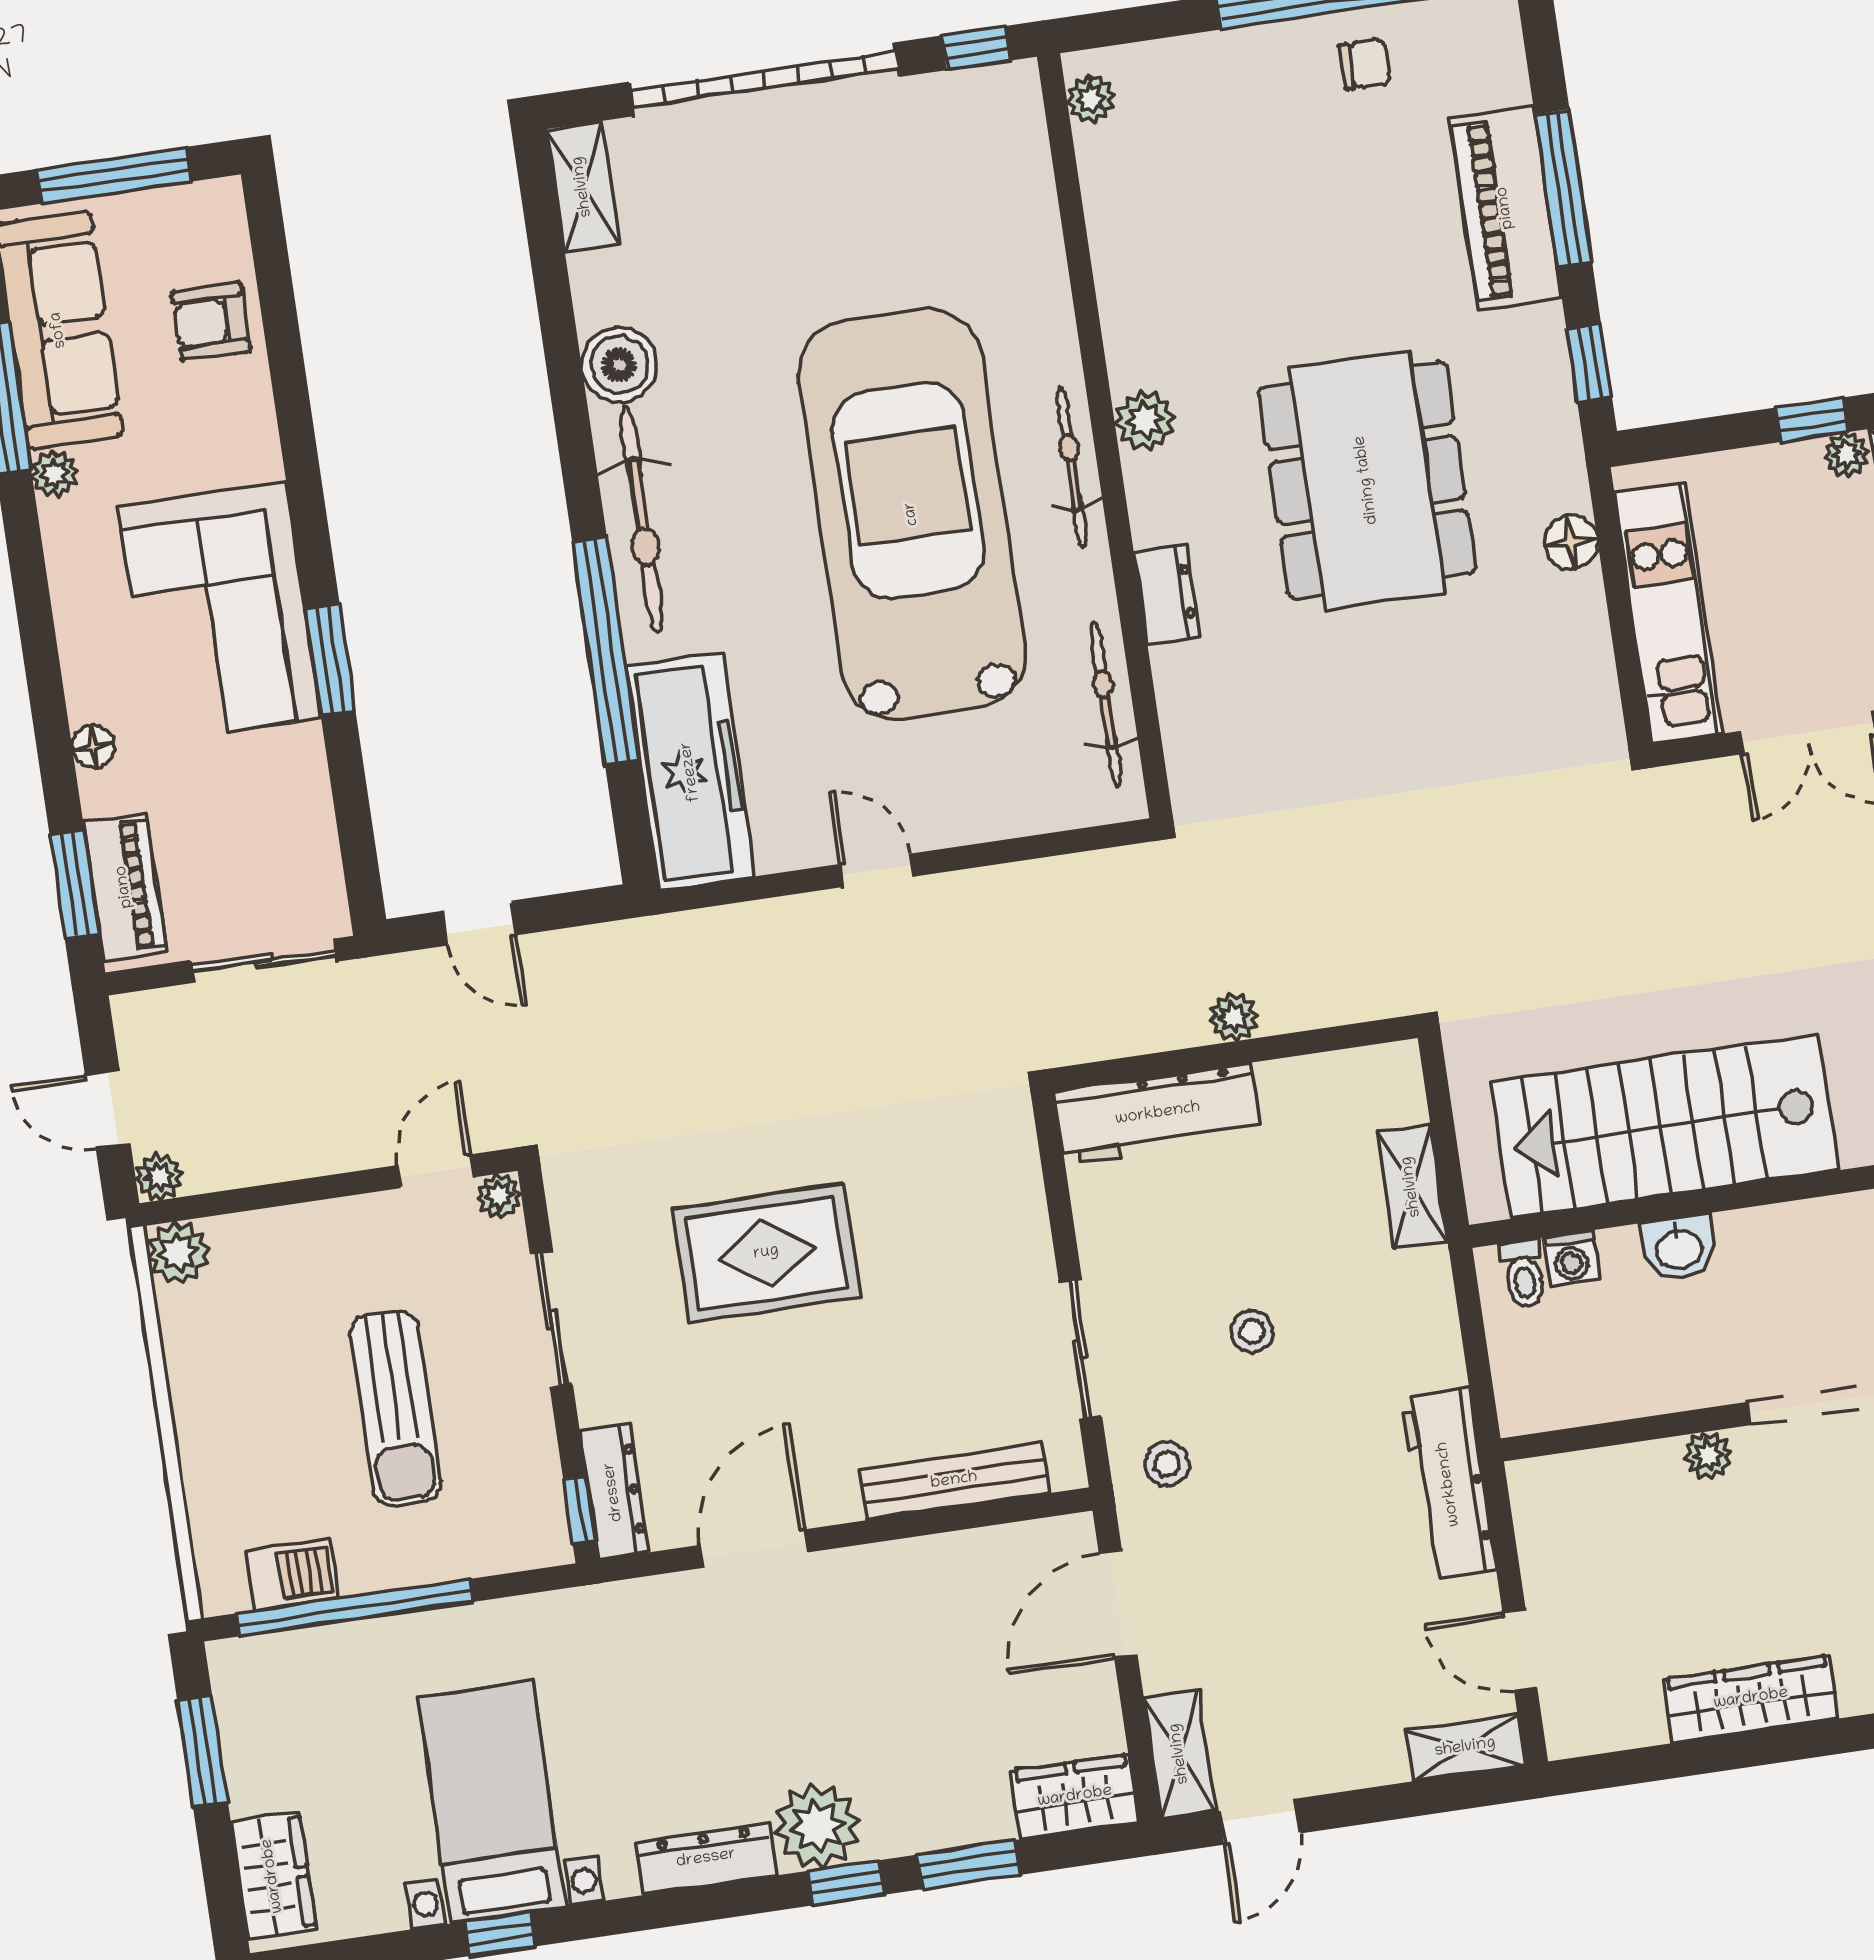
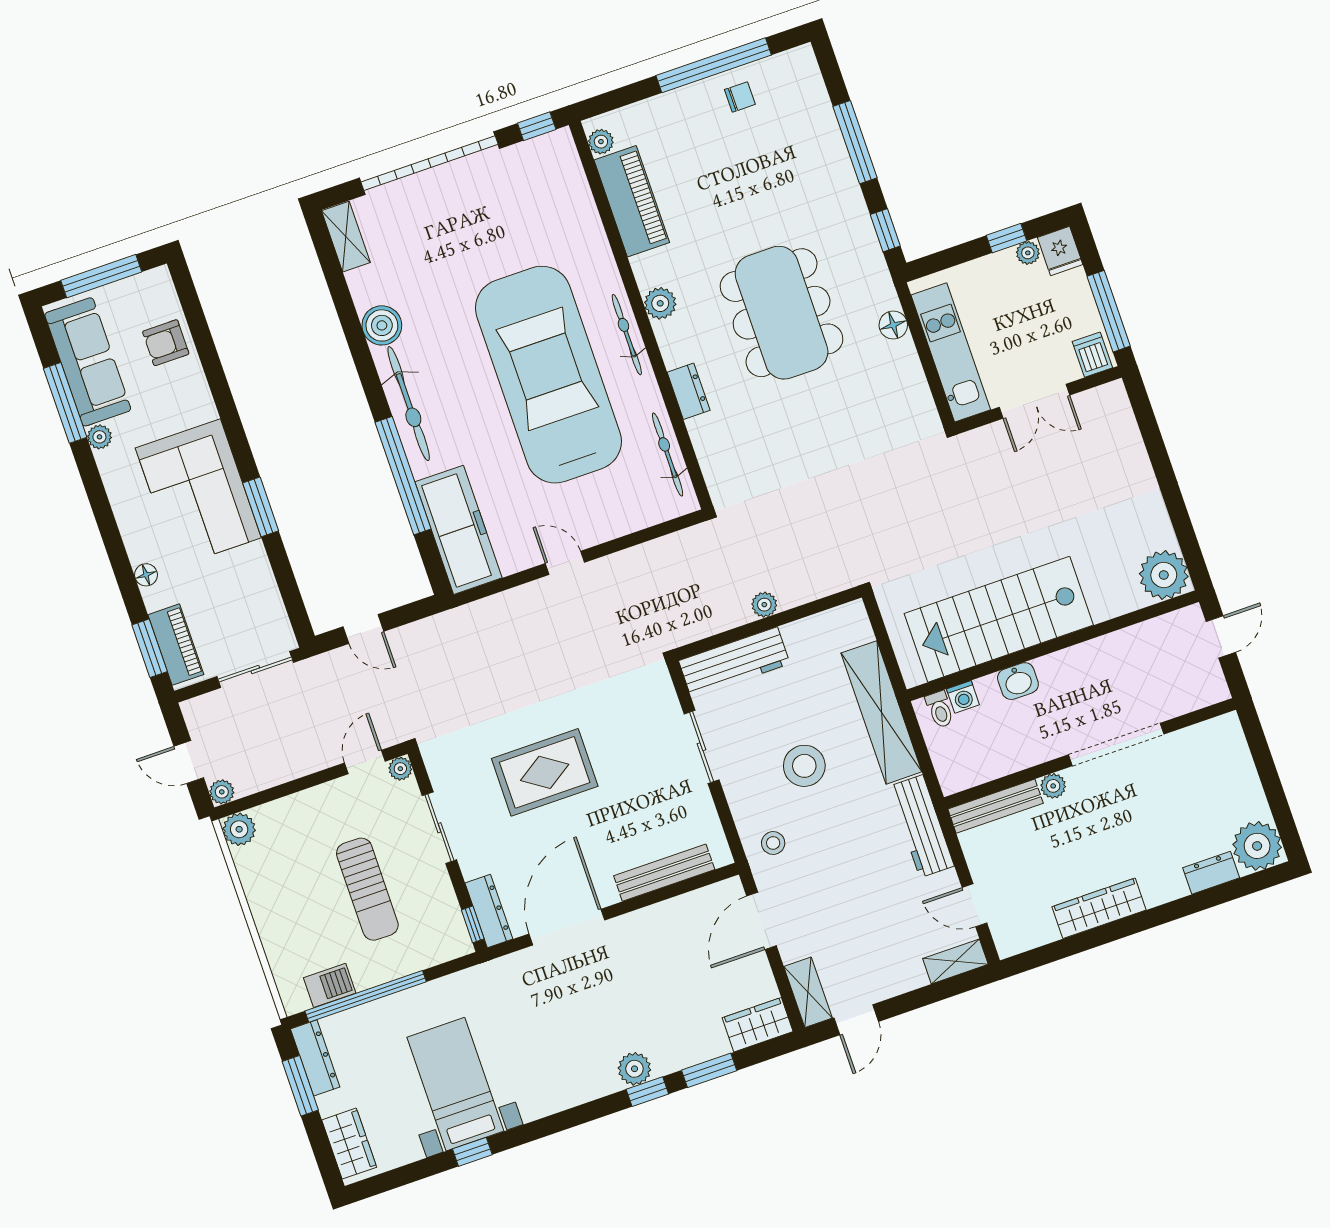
piano: (1506, 208) -> (632, 201), moved, turned 180
shelving: (1412, 1187) -> (881, 712), width x2.20, depth x1.33
stool: (1252, 1331) -> (804, 766), width x1.89, depth x1.89
sliding door: (1080, 1349) -> (702, 747), moved
bench: (1594, 1473) -> (996, 806), added
door: (754, 1549) -> (567, 927), width x1.36
plant: (817, 1826) -> (634, 1069), width x0.73, depth x0.73
dresser: (706, 1859) -> (315, 1058), moved, turned 90

